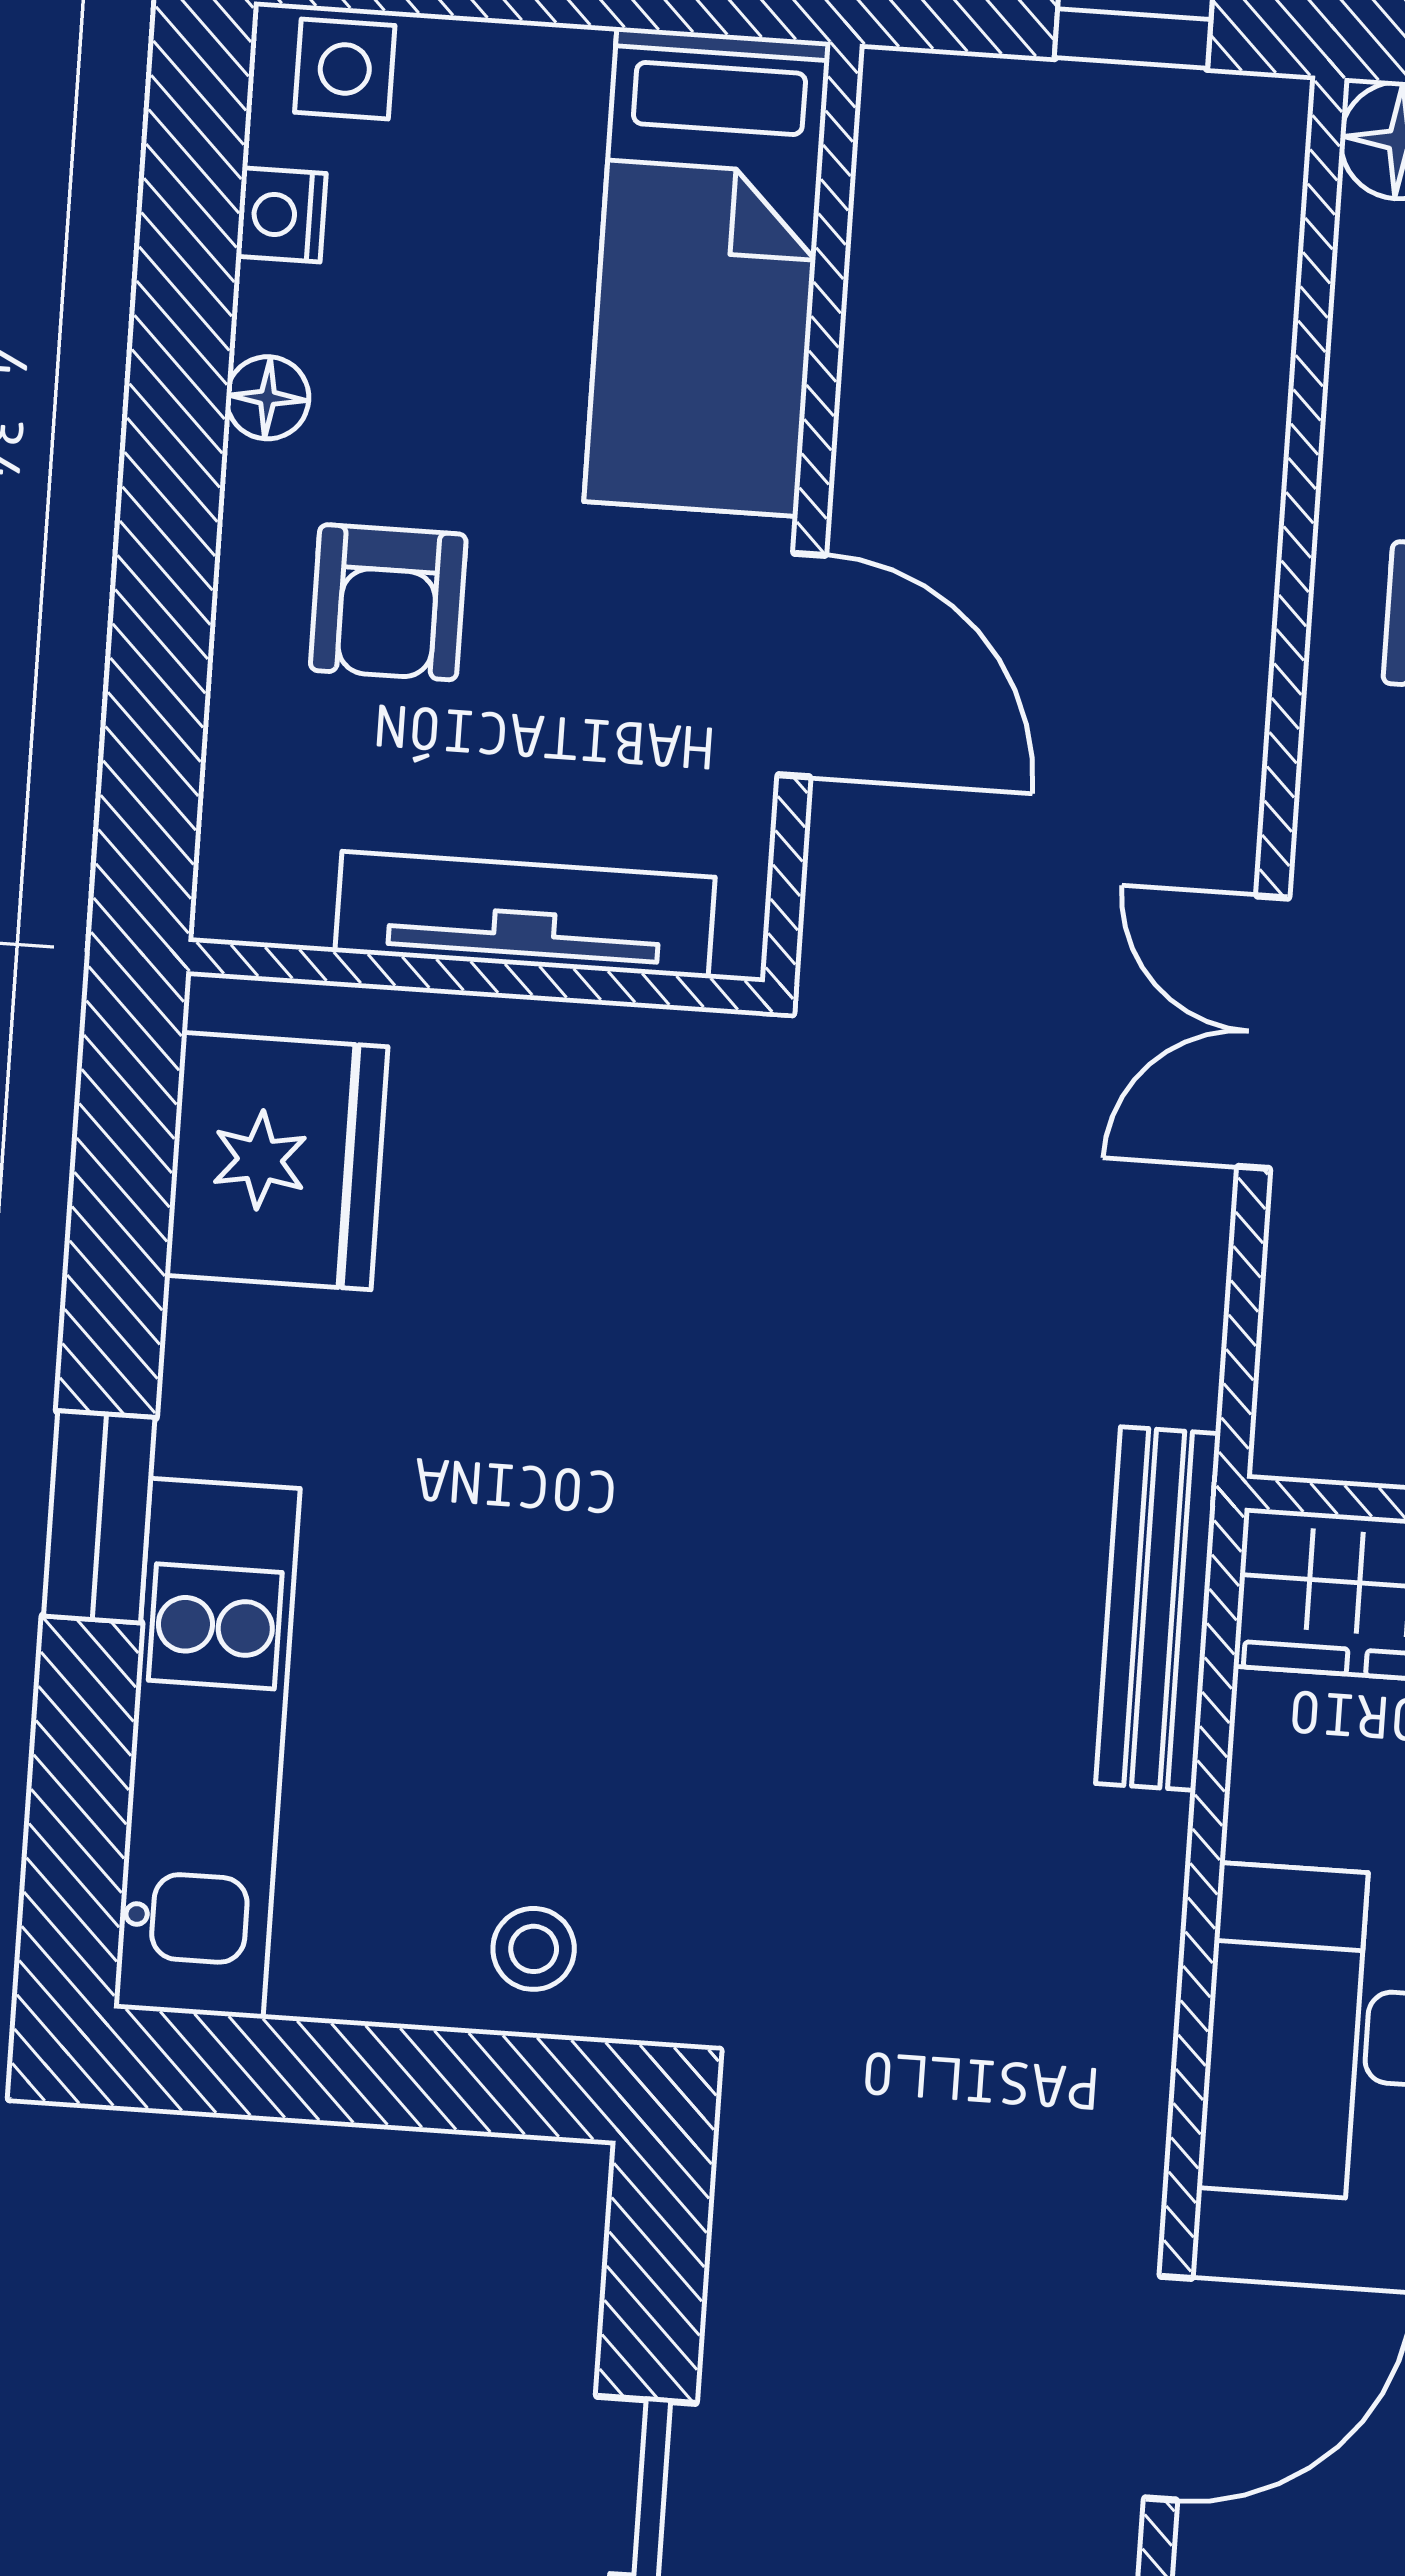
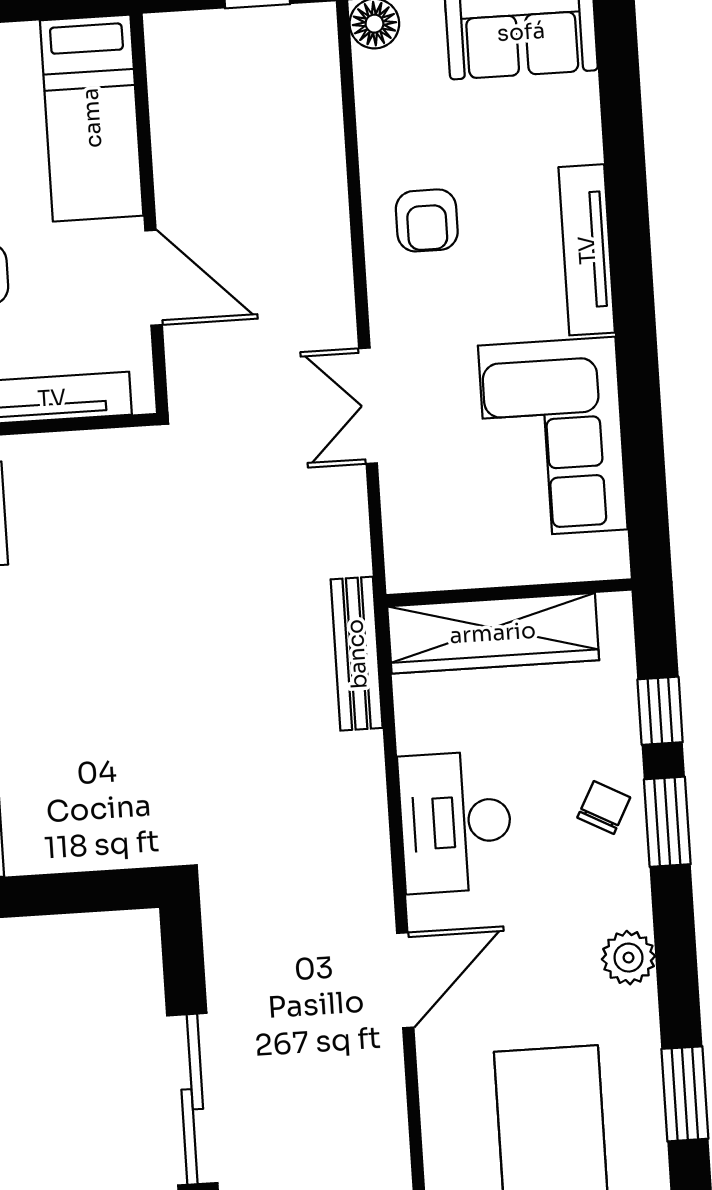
stool: (534, 1949) -> (114, 832), removed

